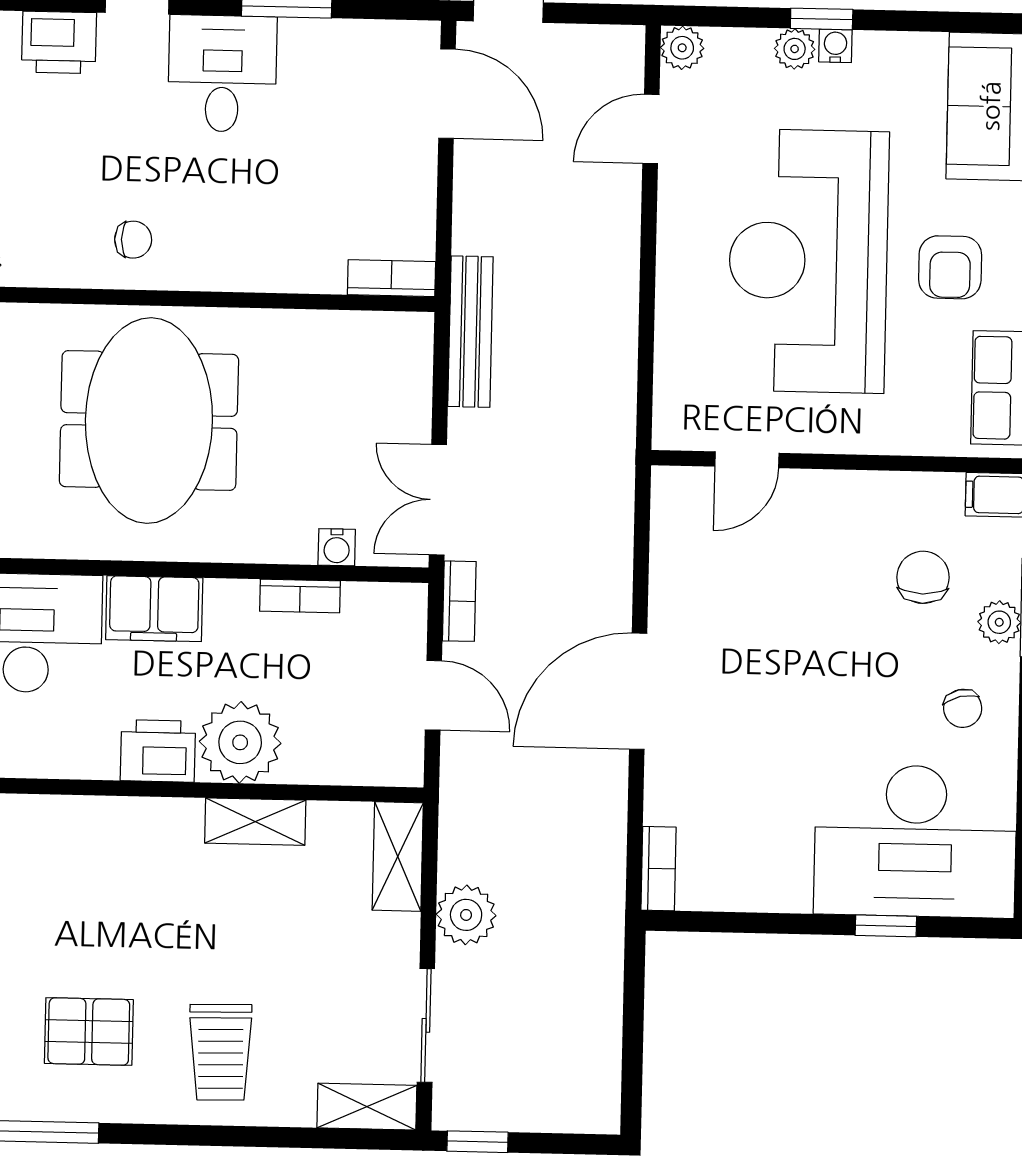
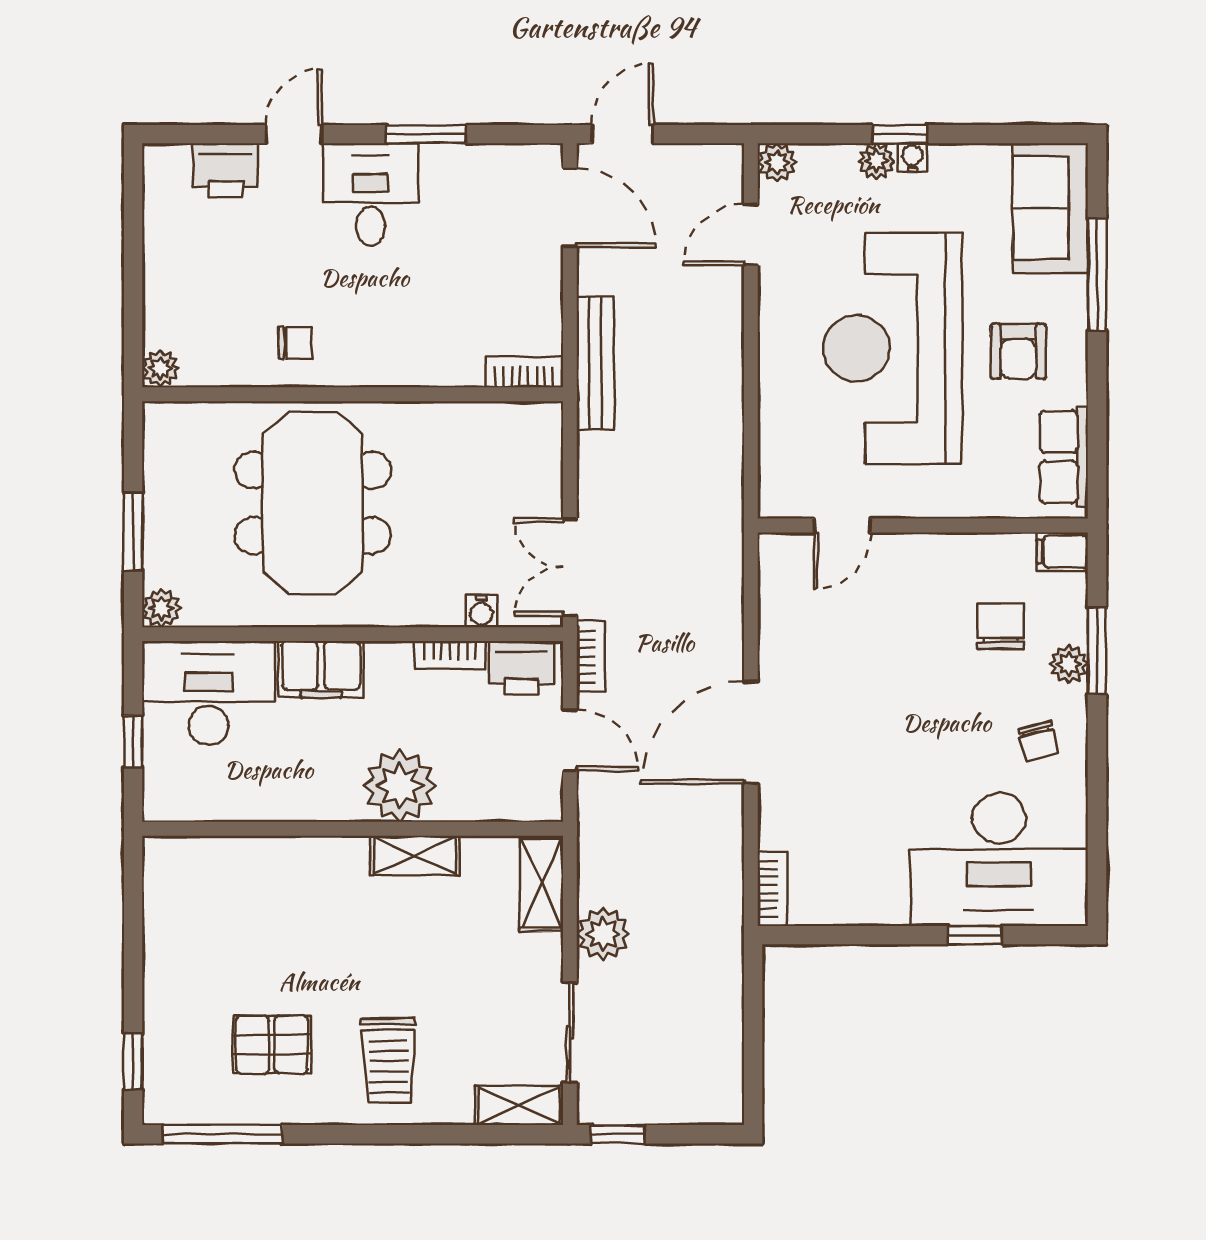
bench: (470, 332) -> (595, 363), moved
printer: (158, 751) -> (522, 668), moved, turned 180

